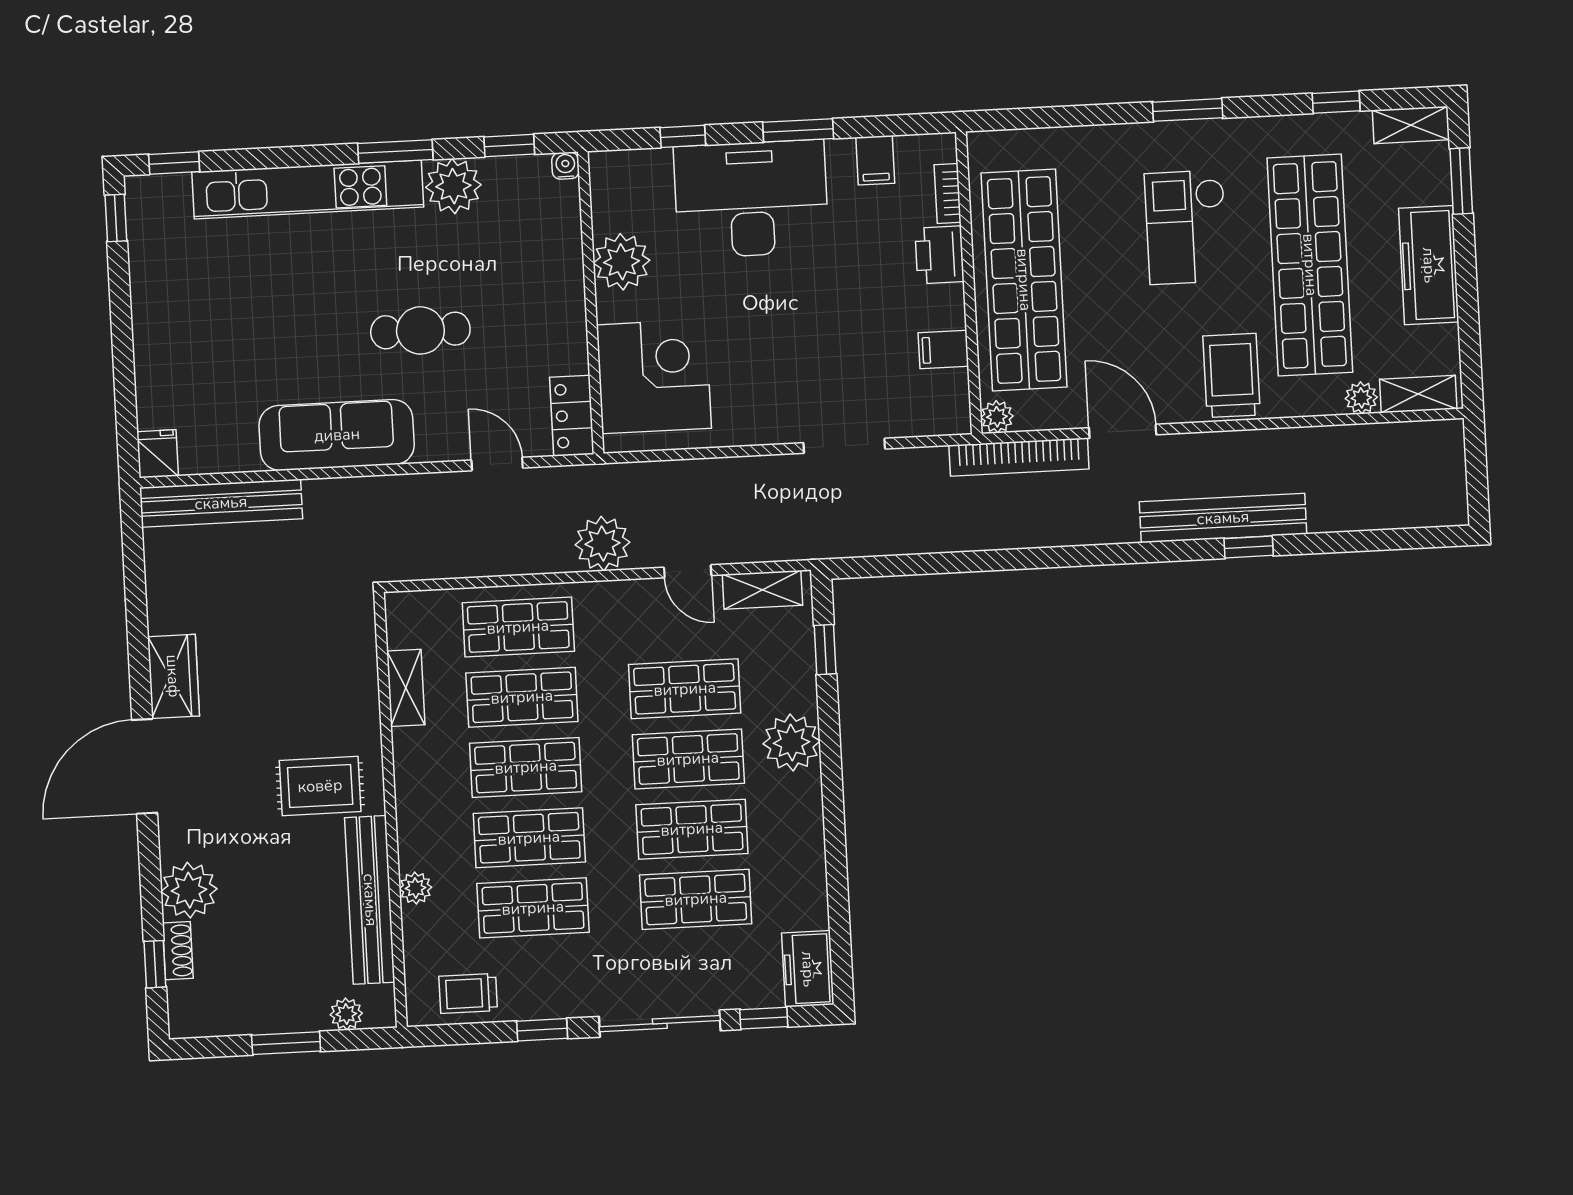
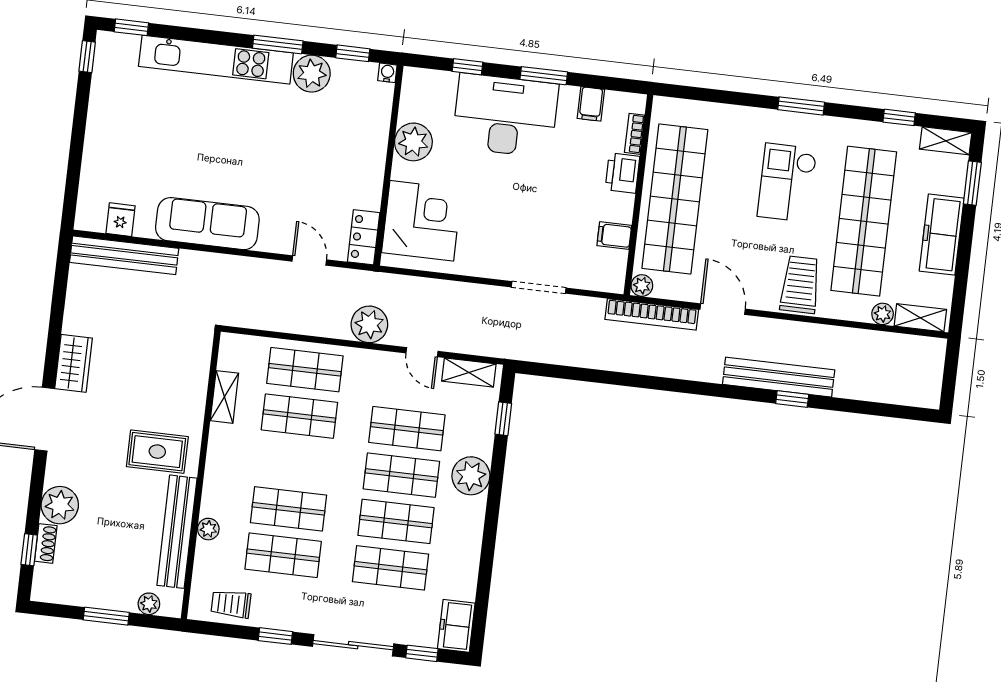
cafe table: (420, 330) -> (274, 164), removed
fridge: (158, 454) -> (120, 220), moved
shop shelf: (526, 767) -> (294, 462), removed

